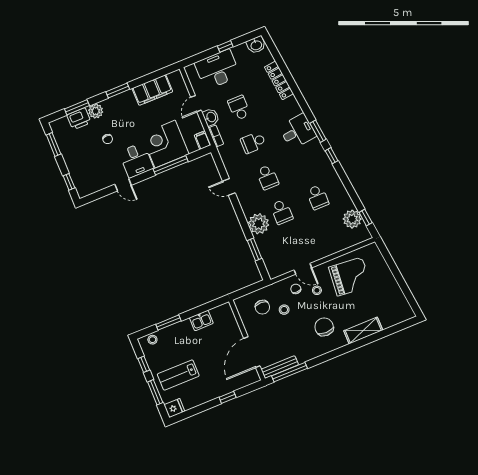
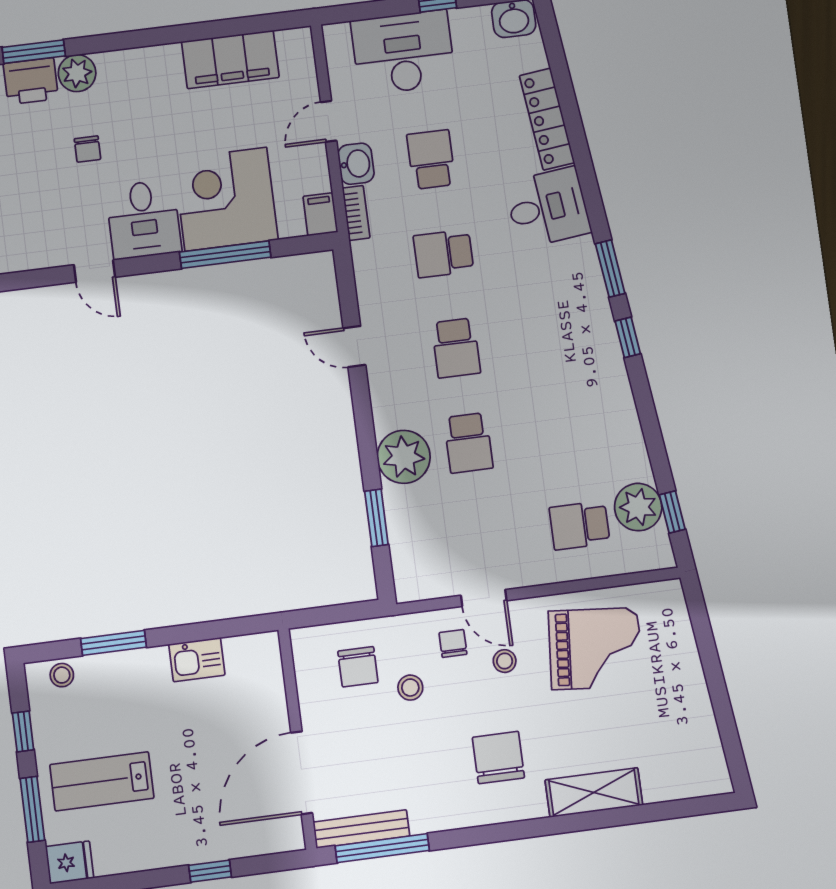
window: (118, 91) -> (145, 38), removed
desk: (298, 131) -> (548, 208), moved
school desk: (318, 197) -> (580, 525), moved, turned 90

